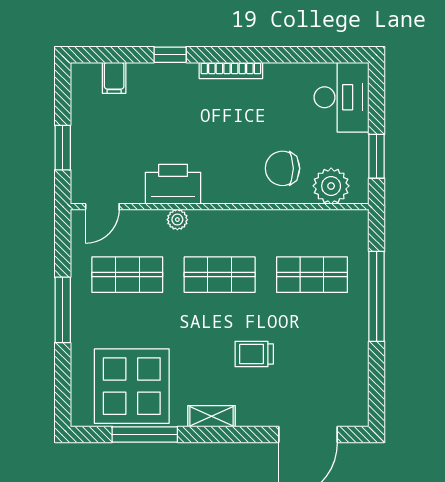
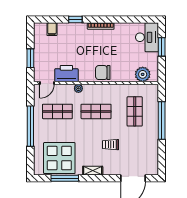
window: (377, 156) -> (162, 47), moved
chair: (282, 168) -> (103, 73), moved
printer: (173, 184) -> (66, 74), moved
shop shelf: (312, 275) -> (135, 111), turned 90
window: (63, 310) -> (30, 126), width x1.46

